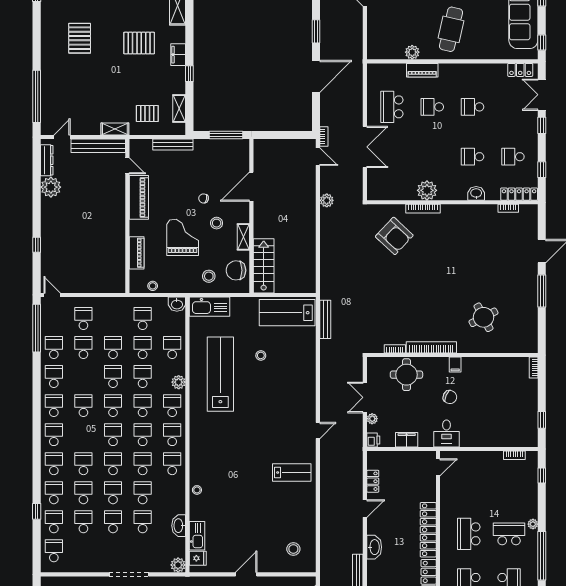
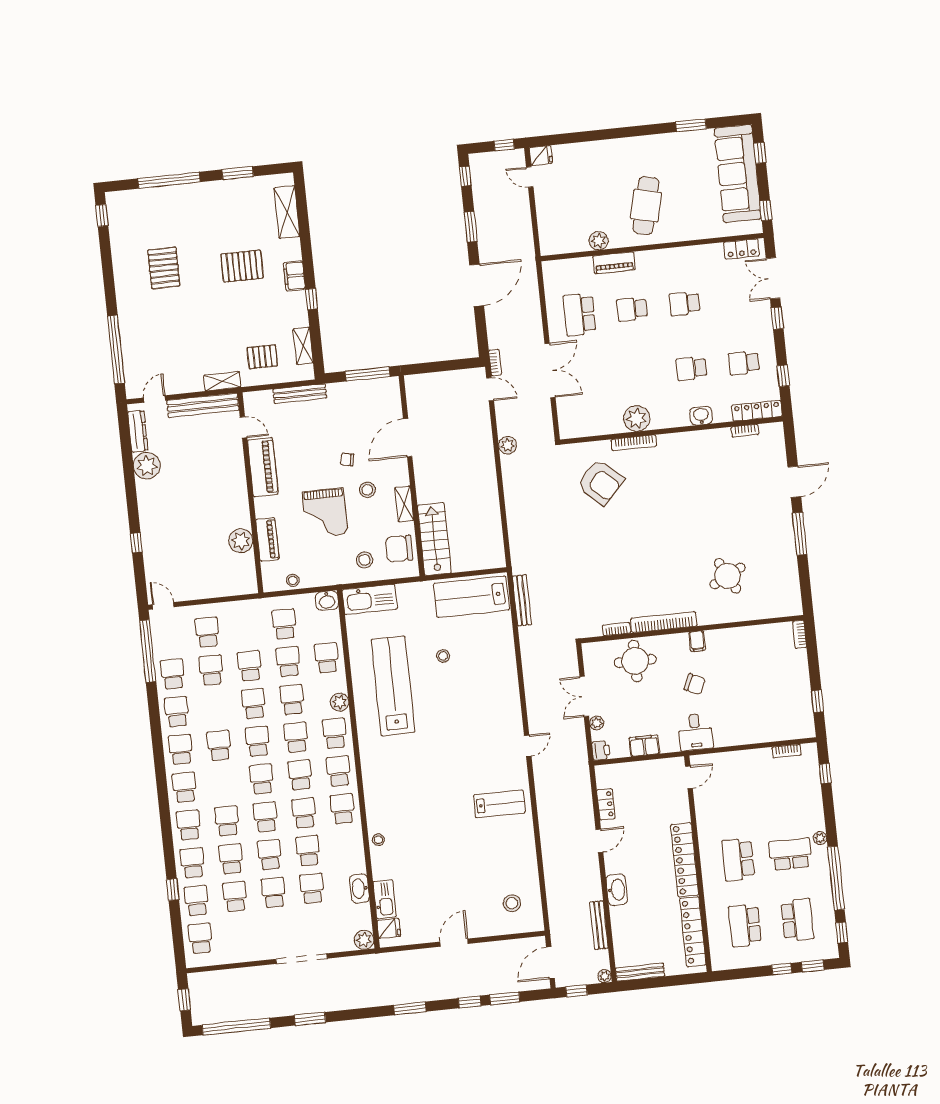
grand piano: (183, 237) -> (325, 513), turned 180
plant: (116, 252) -> (241, 541), added

